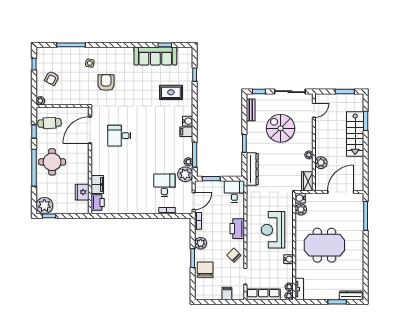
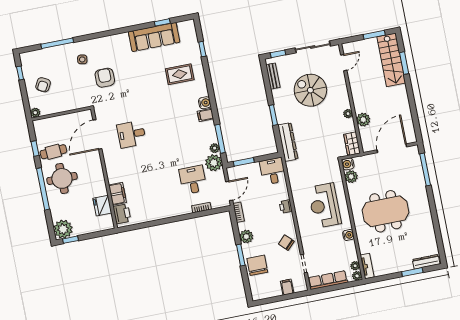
cafe table: (49, 123) -> (53, 152), moved
stairs: (355, 134) -> (391, 60), moved
printer: (237, 229) -> (286, 206), width x0.53, depth x0.68

